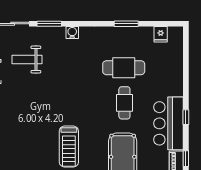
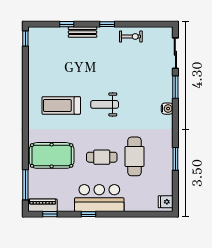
fridge: (161, 34) -> (166, 202), moved
weight bench: (27, 60) -> (105, 104), moved, turned -90
bar counter: (169, 123) -> (99, 198), moved

